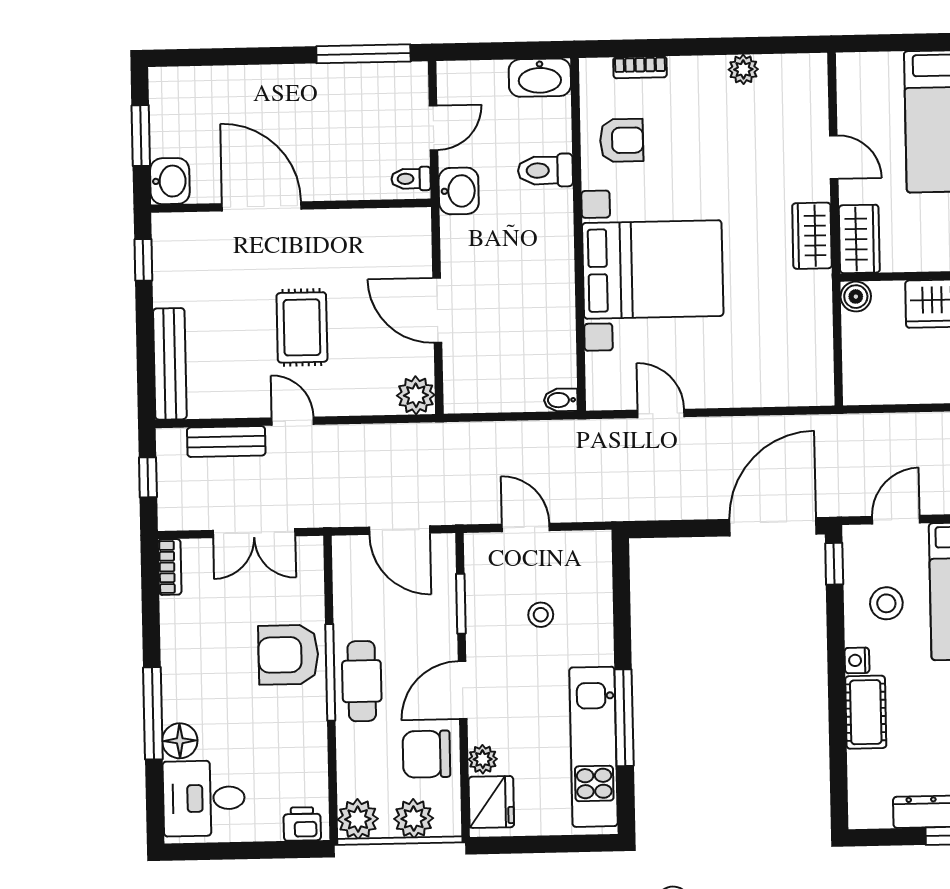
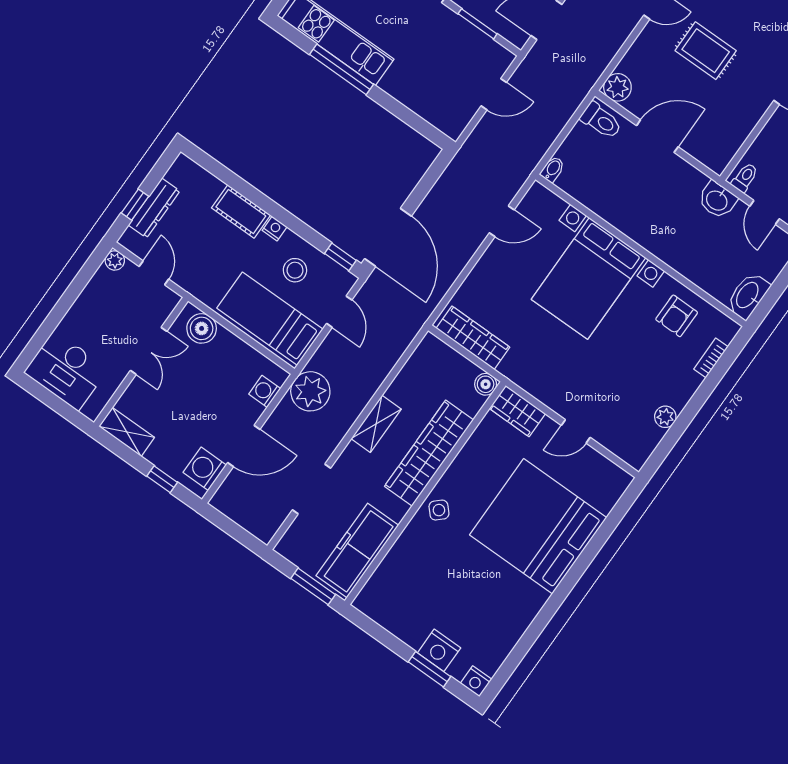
toilet: (545, 170) -> (601, 121), moved, turned 90
wardrobe: (812, 236) -> (473, 338), moved, width x1.50
stool: (541, 615) -> (437, 65), removed

